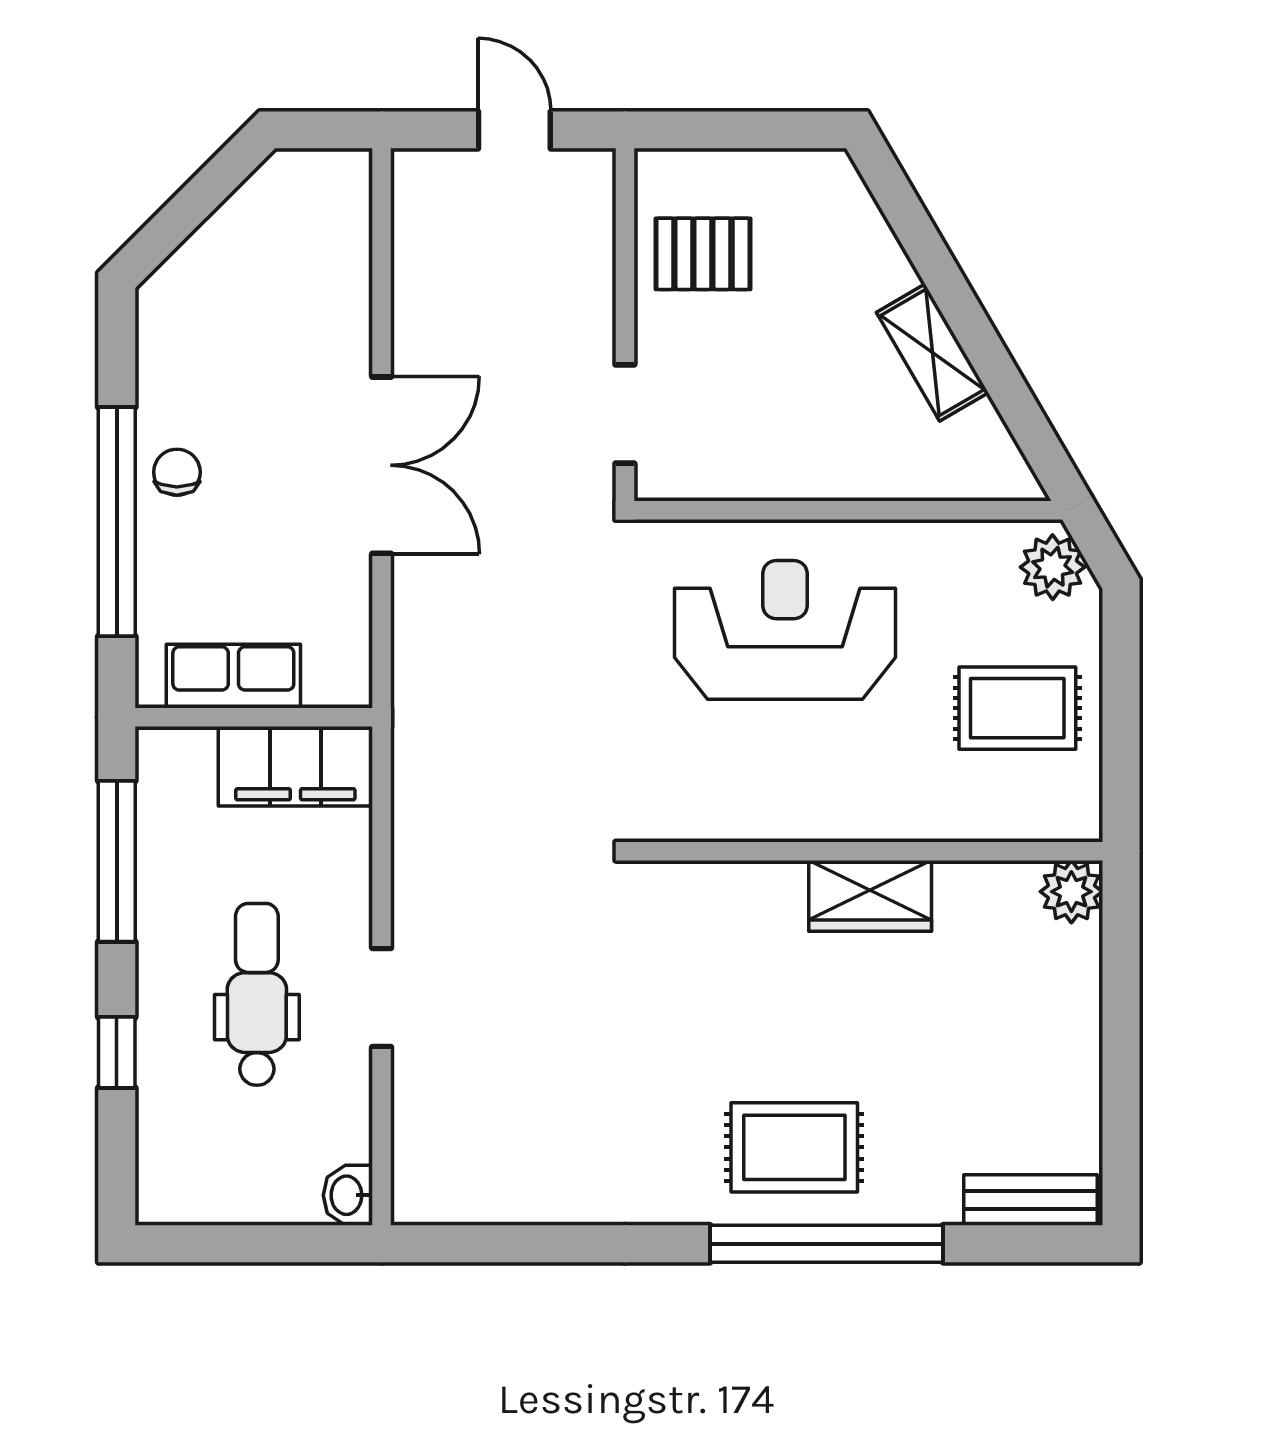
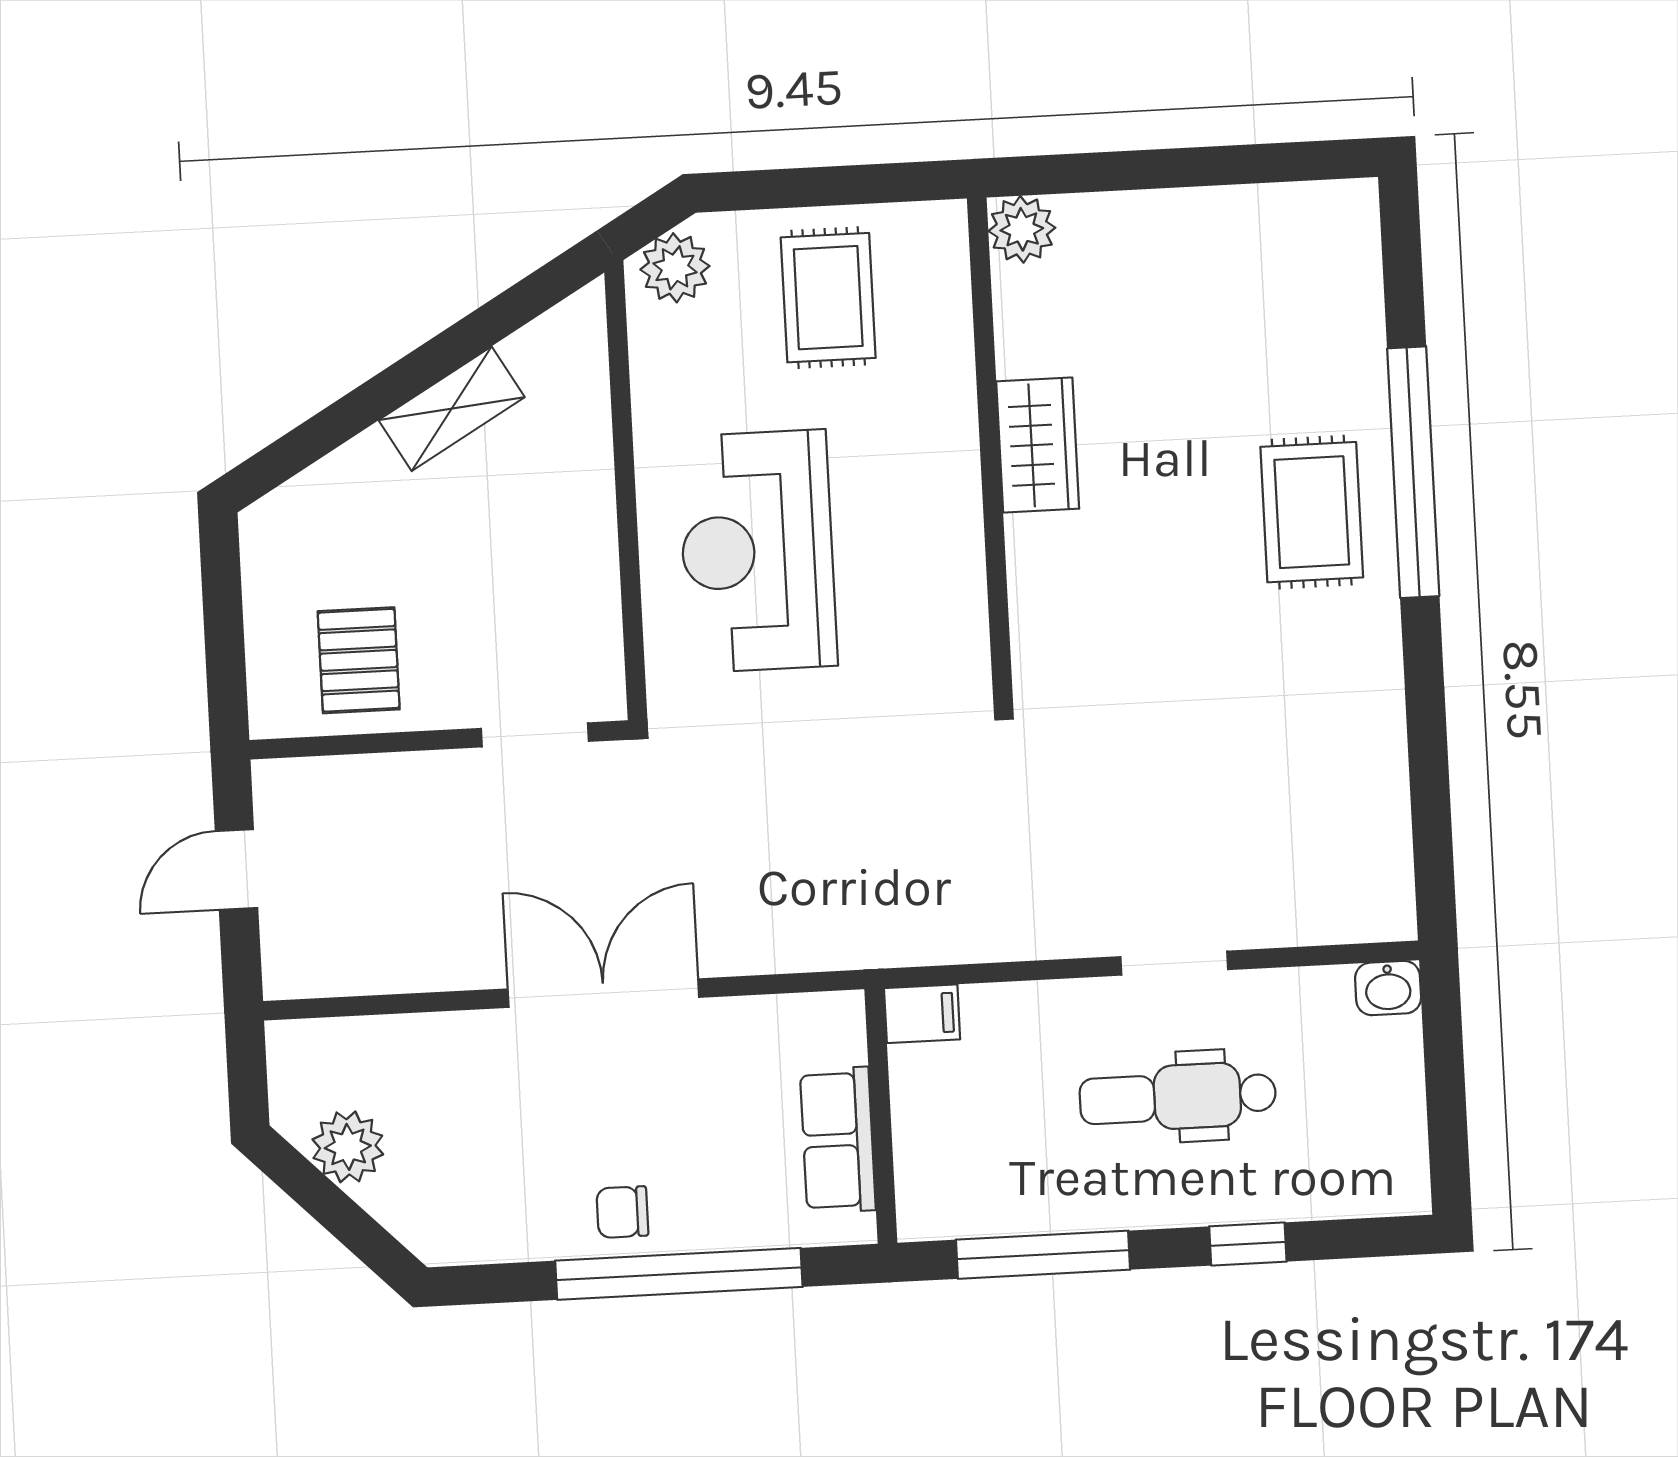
plant: (251, 220) -> (348, 1147), added
filing cabinet: (295, 766) -> (922, 1014), width x0.33, depth x0.86
bench: (1031, 1200) -> (1355, 256), removed

